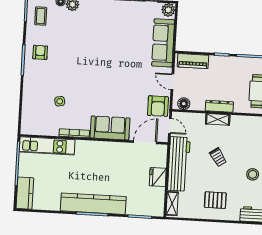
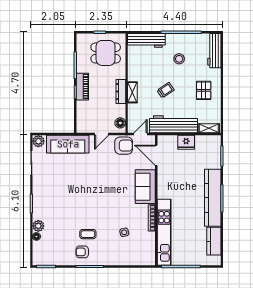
coffee table: (41, 16) -> (88, 234), moved
piano: (193, 61) -> (82, 87), moved
kitchen unit: (47, 146) -> (164, 232), width x1.36
kitchen counter: (25, 193) -> (214, 241), moved, turned -90

